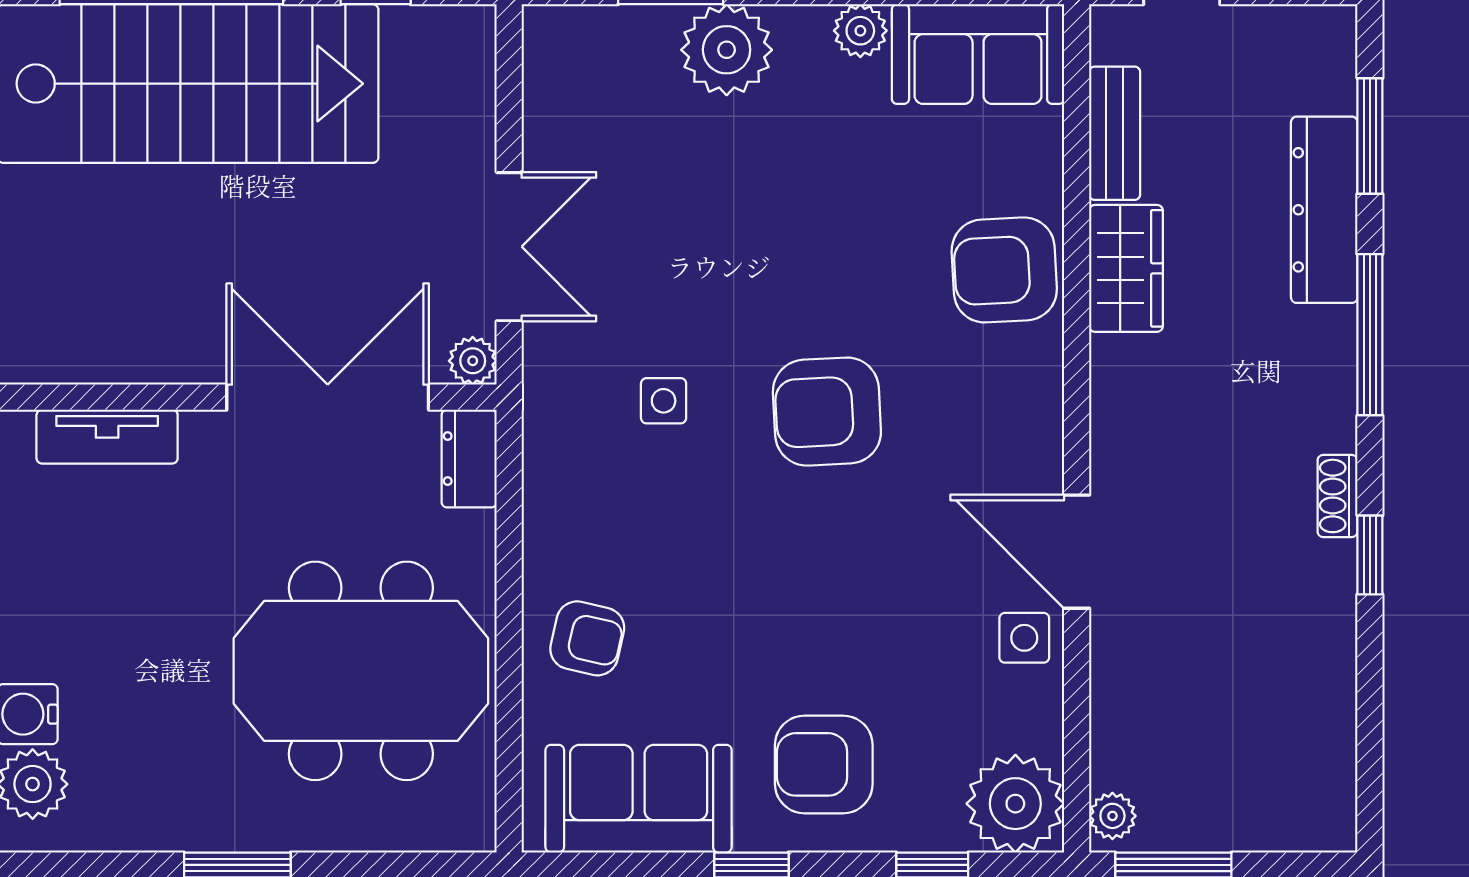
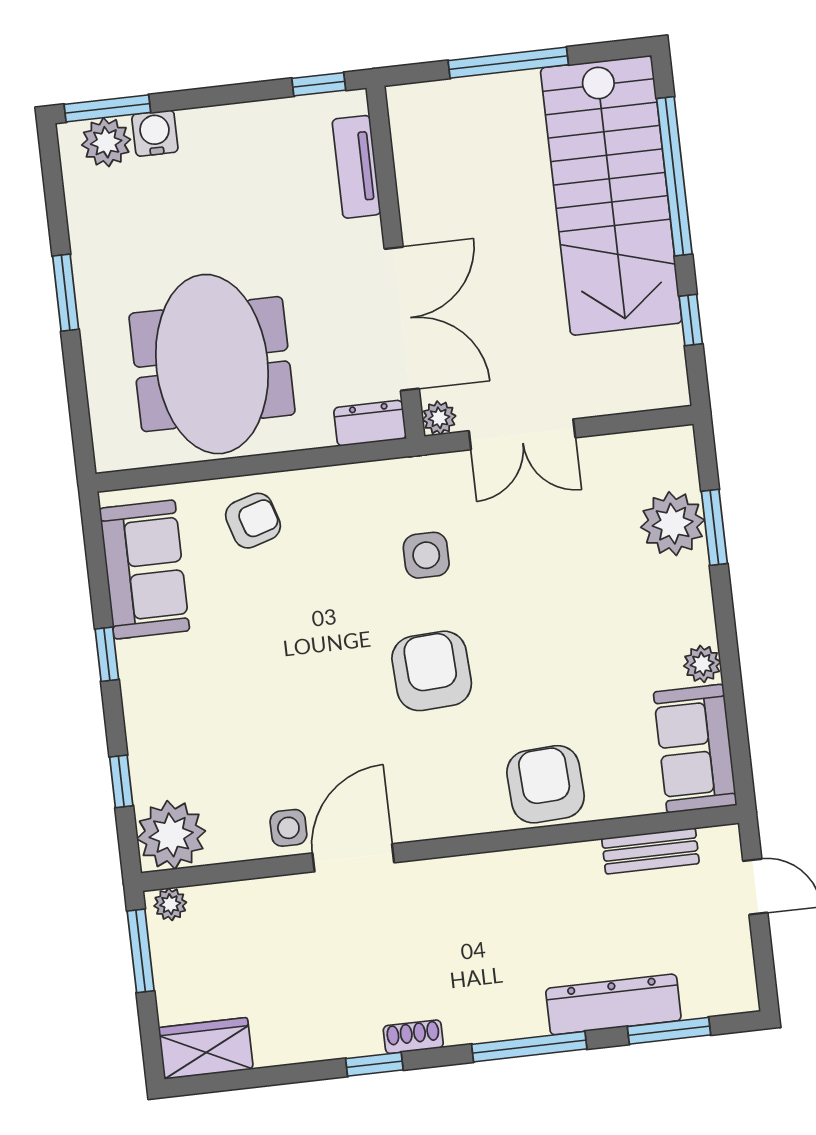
plant: (727, 50) -> (673, 524), moved
wardrobe: (1126, 268) -> (206, 1048), moved, turned 180
side table: (664, 401) -> (426, 555), width x1.37, depth x1.37
armchair: (587, 638) -> (253, 521), turned -120
armchair: (824, 764) -> (183, 697), removed

